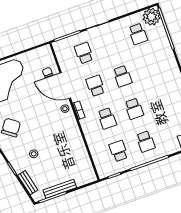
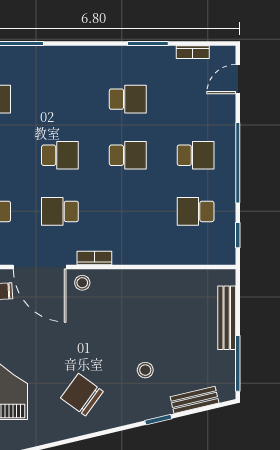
door: (65, 85) -> (40, 267), hinge flipped
school desk: (107, 118) -> (128, 99), moved
bench: (60, 189) -> (227, 318), moved

